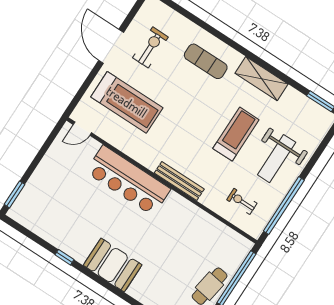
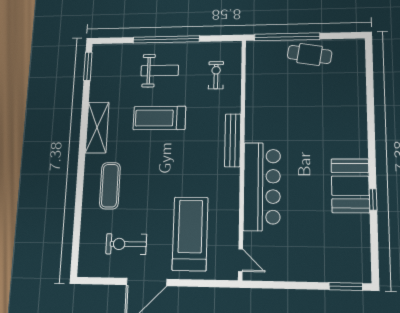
weight bench: (277, 159) -> (160, 71), width x0.73, depth x0.75
exercise bike: (242, 201) -> (216, 75), turned 180
window: (284, 206) -> (166, 39), moved
booth: (113, 265) -> (350, 186), moved

